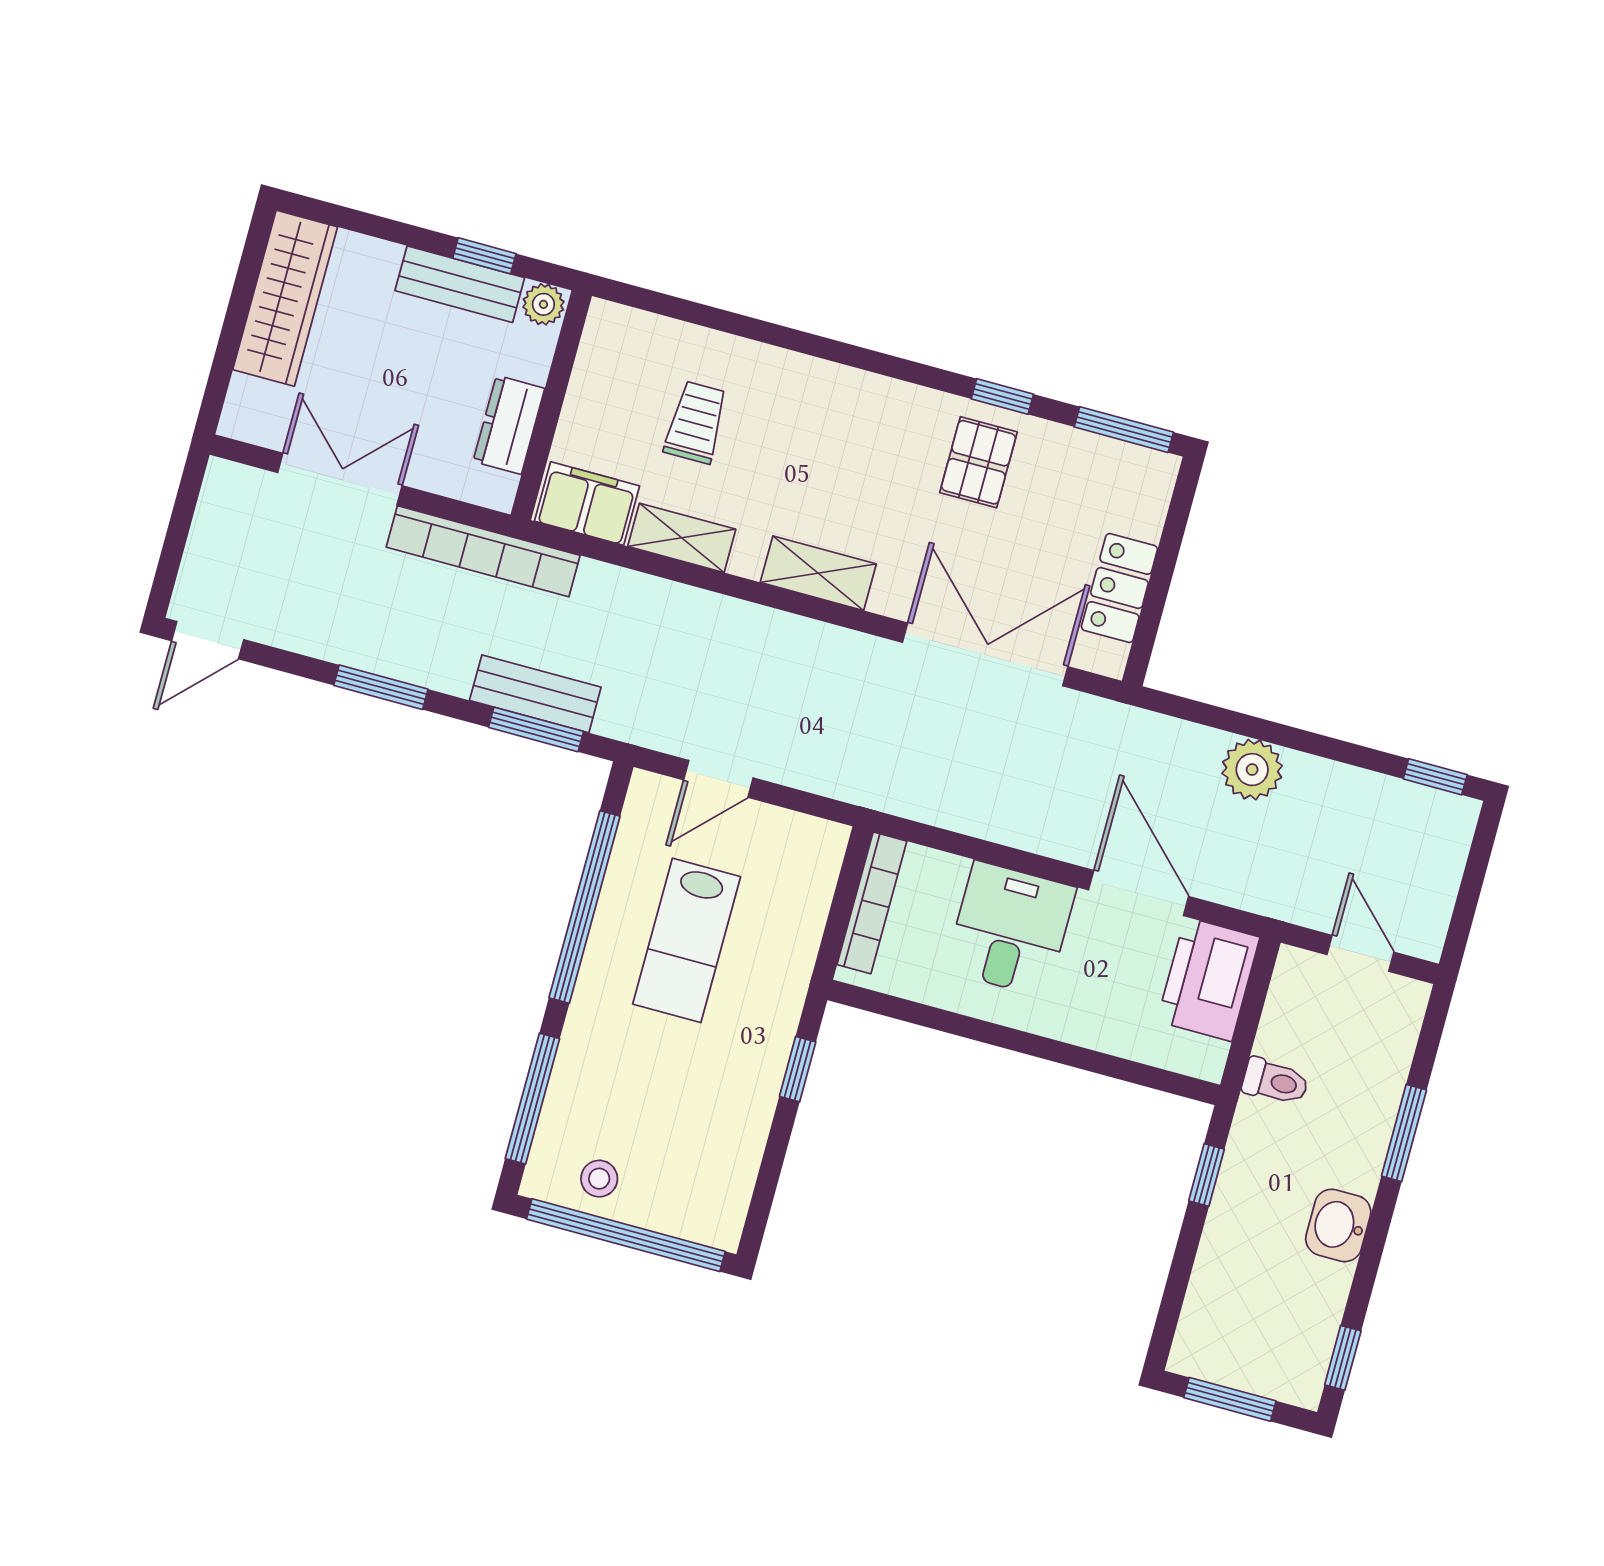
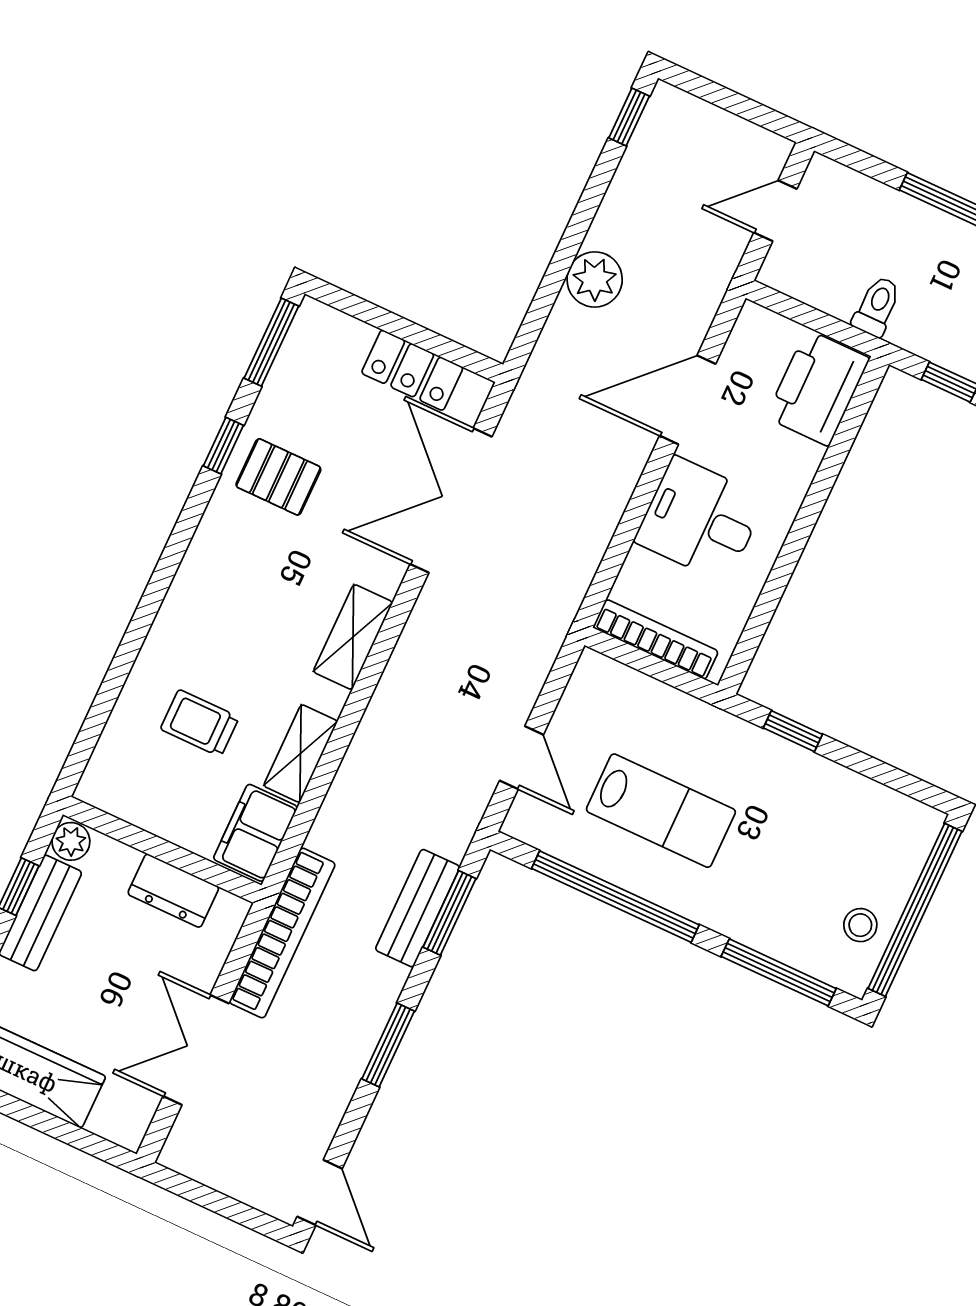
printer: (1208, 979) -> (818, 388), moved, turned 90

